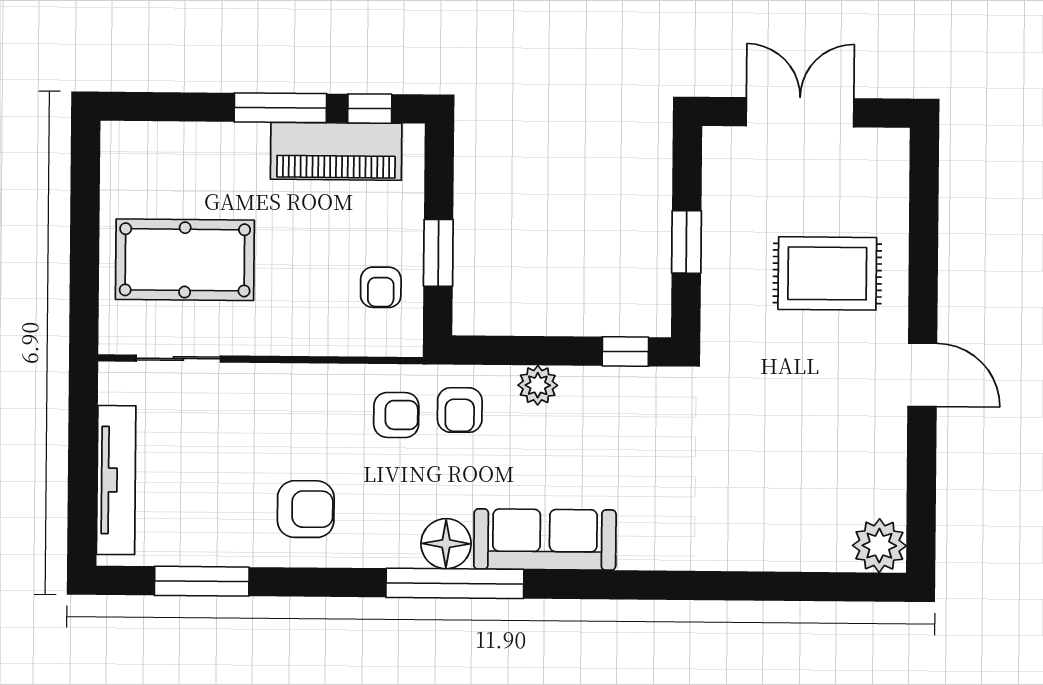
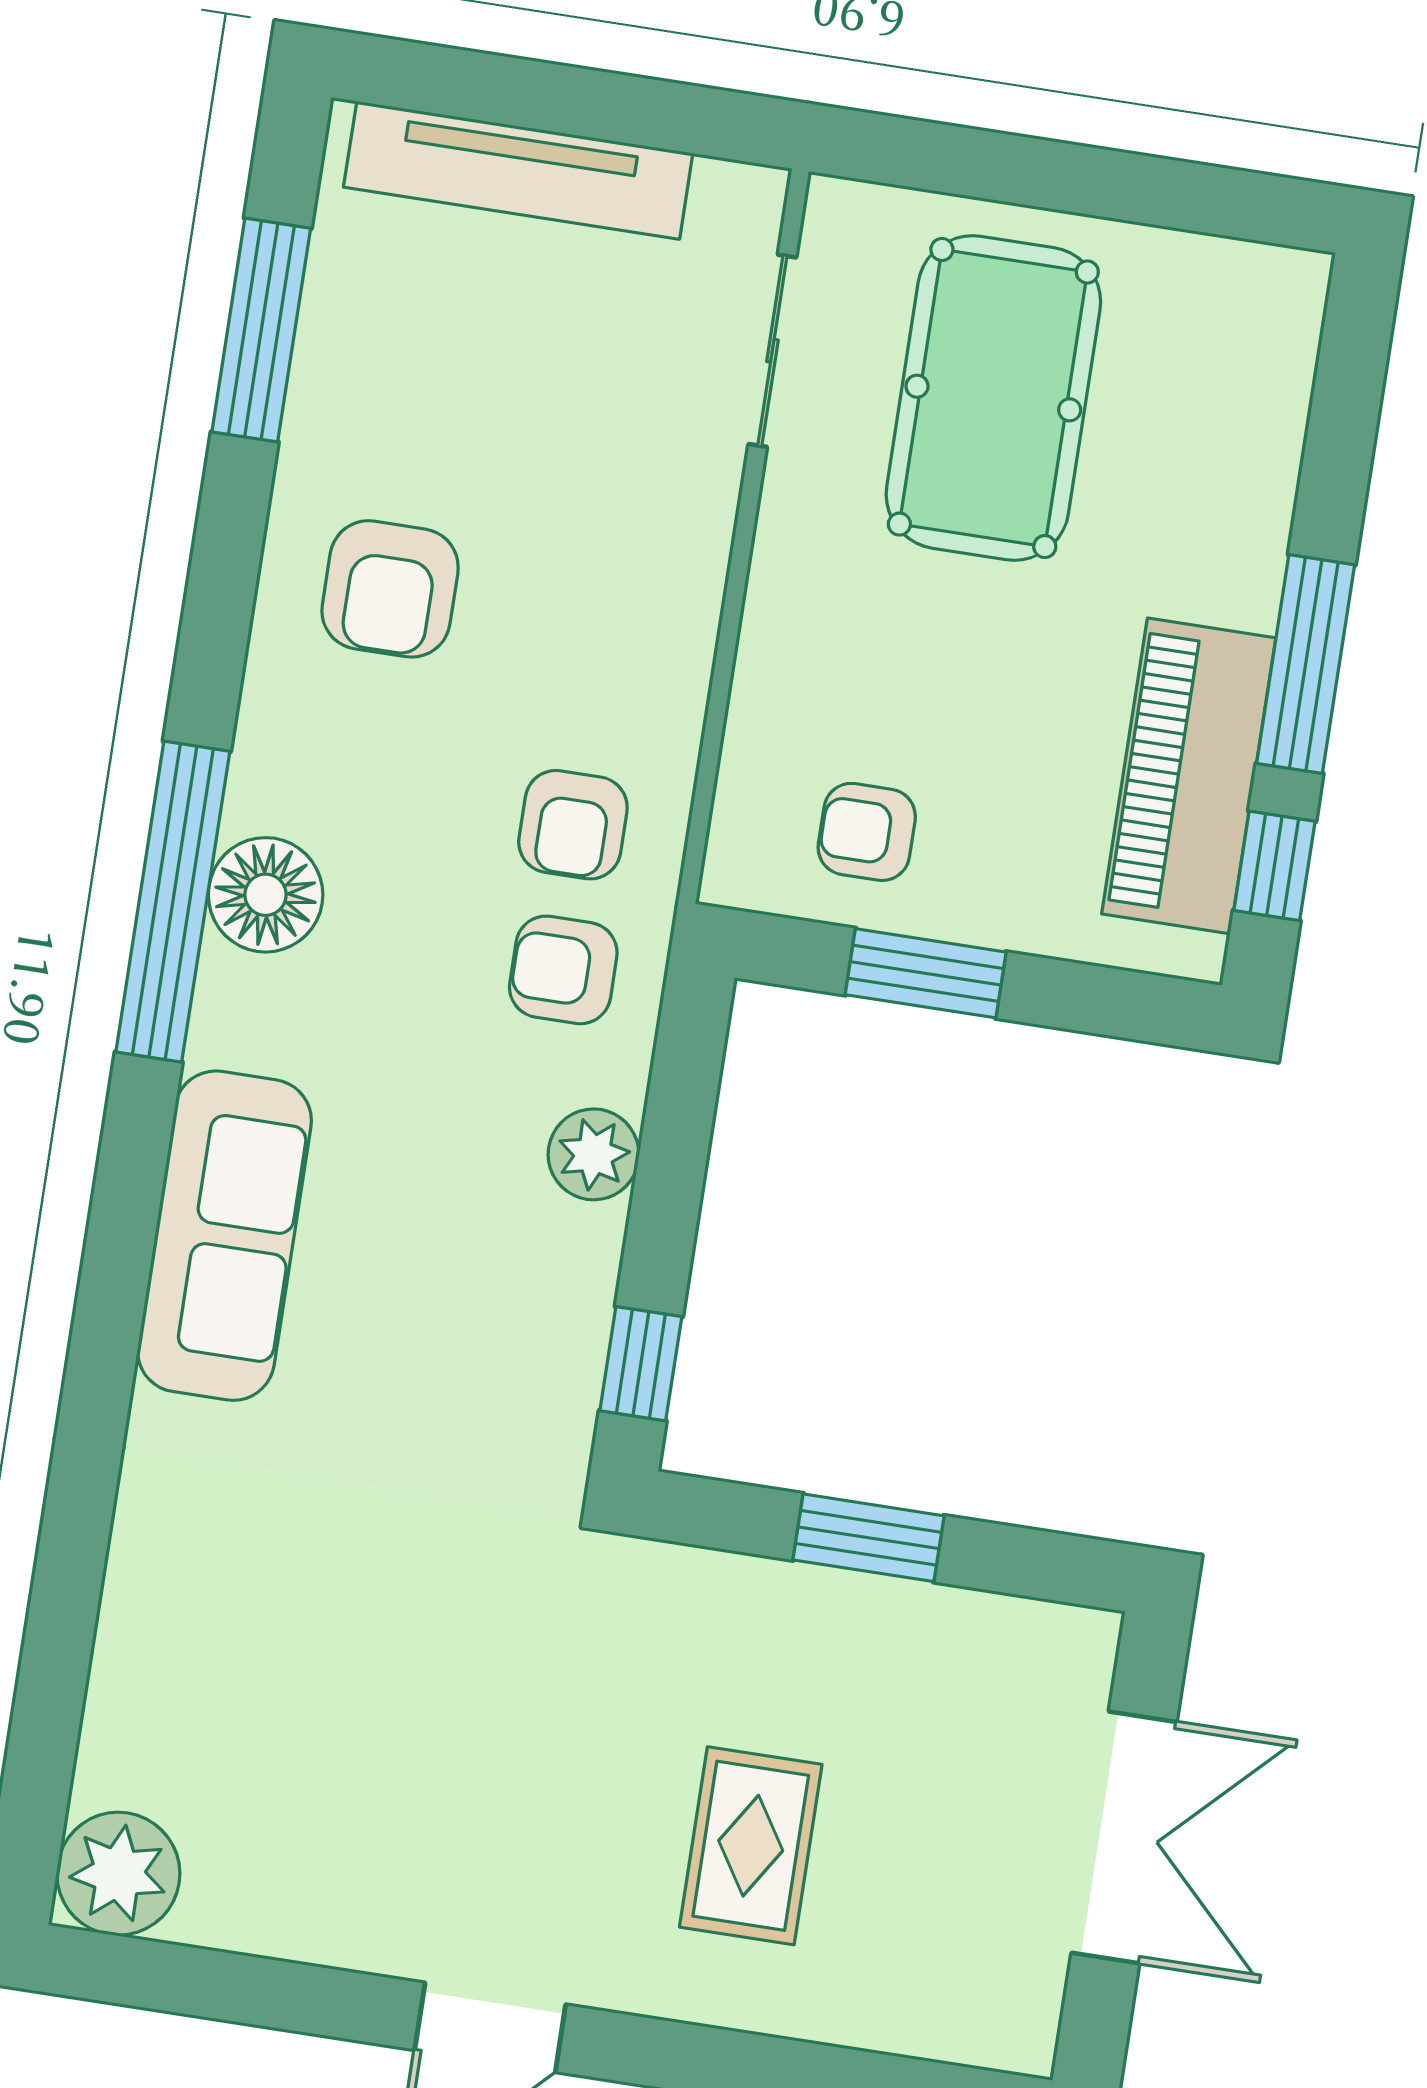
rug: (827, 273) -> (751, 1846), width x0.73, depth x0.70
sofa: (545, 540) -> (224, 1236), moved

